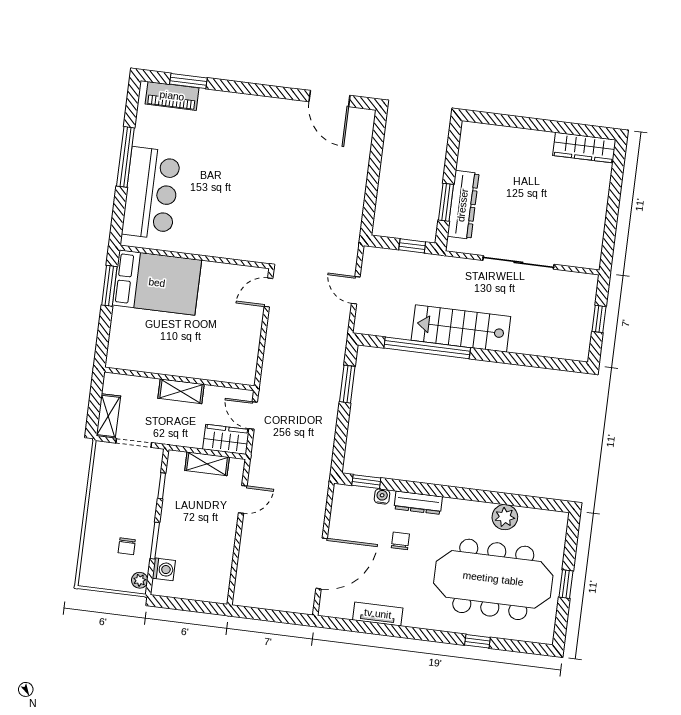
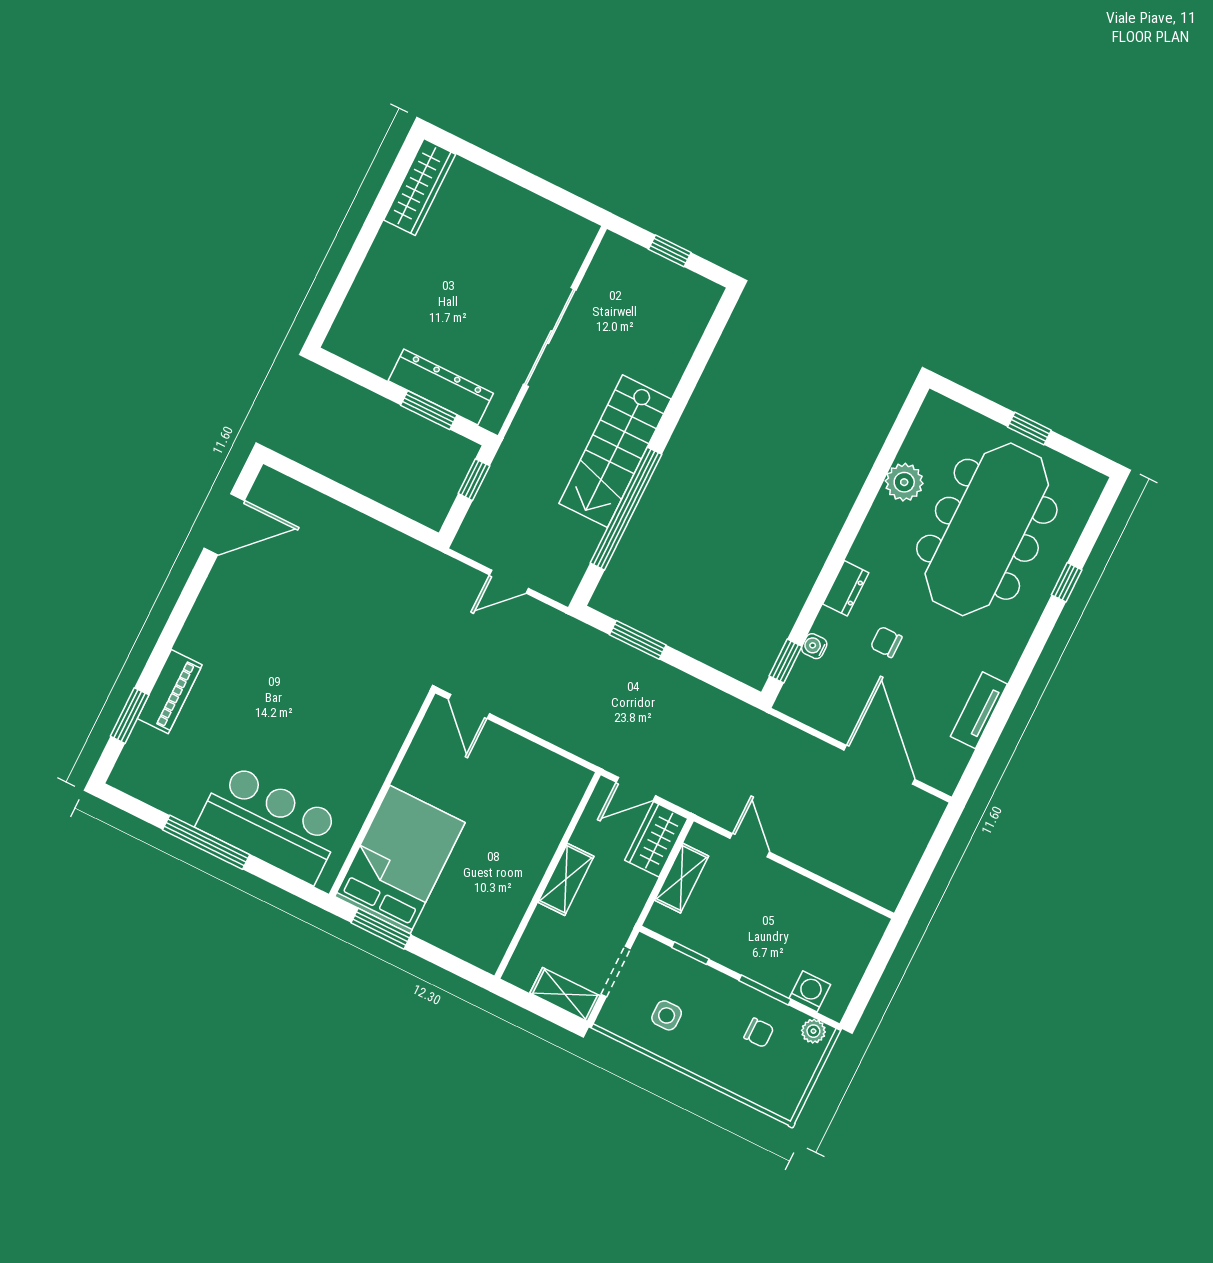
piano: (172, 96) -> (170, 692), moved
side table: (117, 484) -> (667, 1015), added
dresser: (418, 503) -> (846, 588), width x0.70

